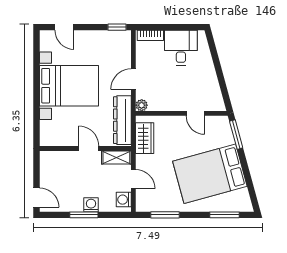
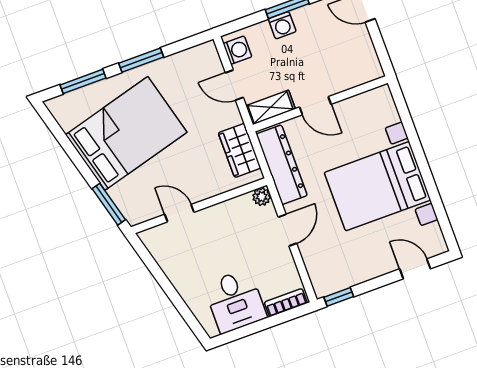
window: (165, 215) -> (141, 60), moved

